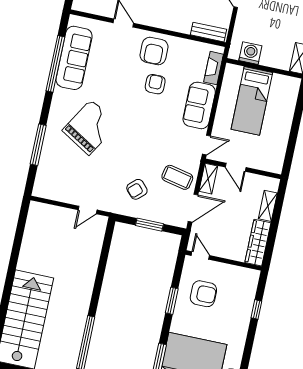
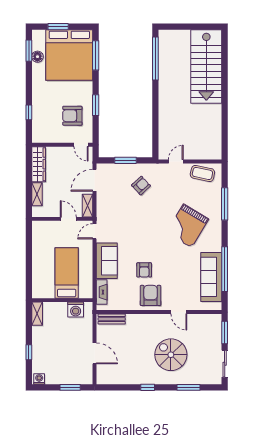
coffee table: (177, 177) -> (202, 173), moved

